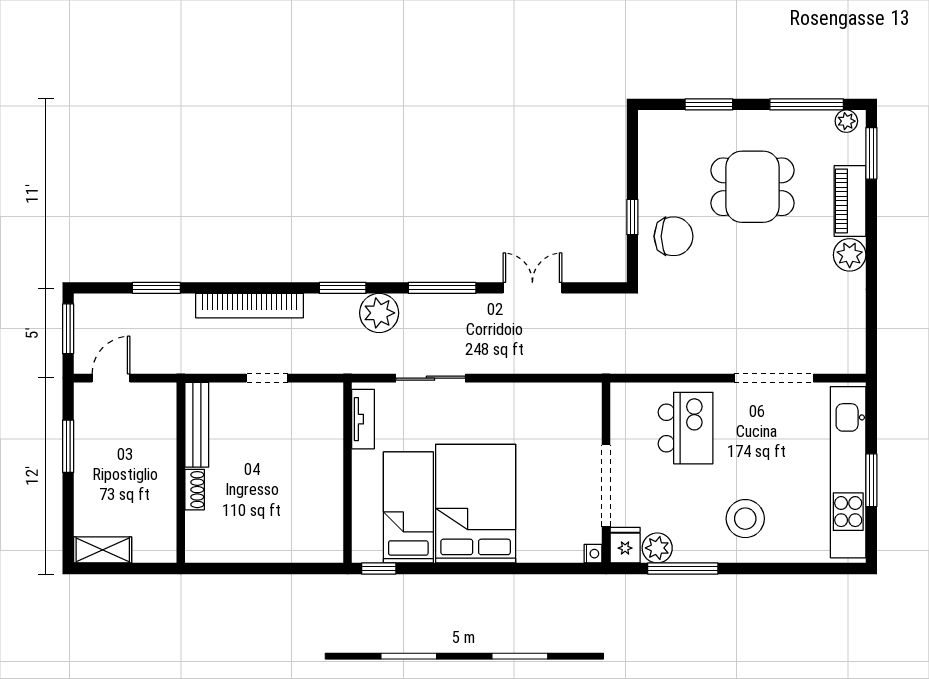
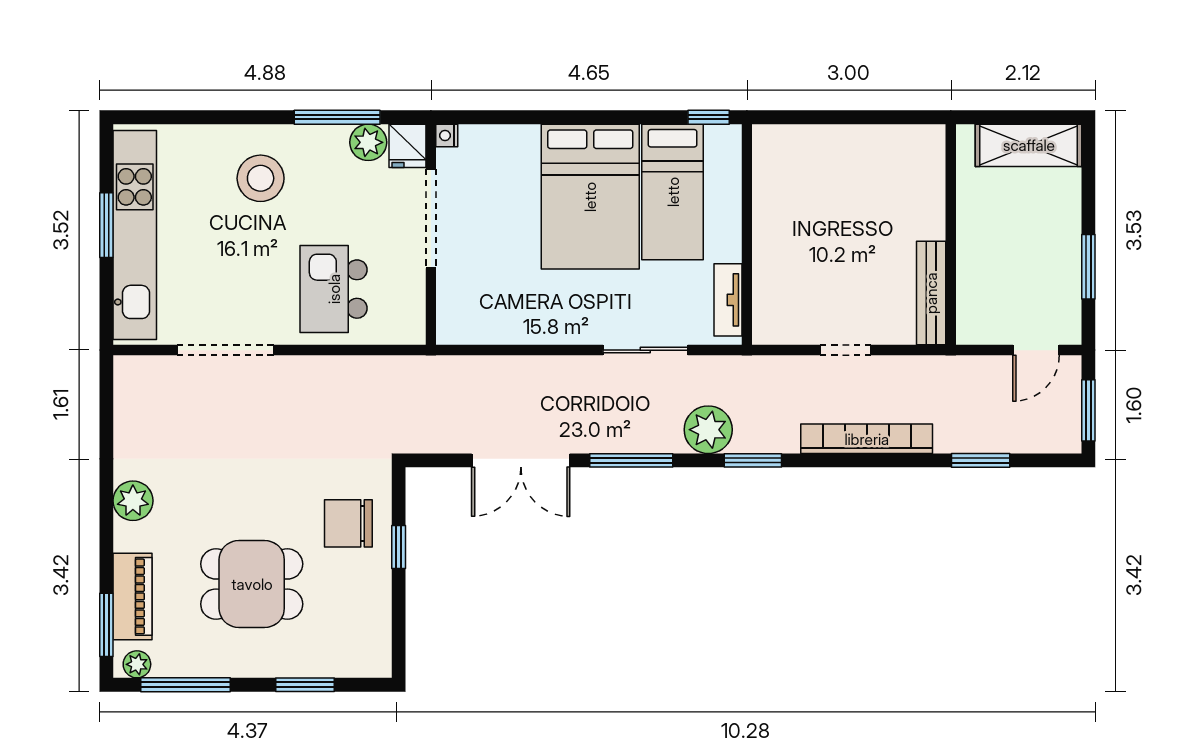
piano: (850, 201) -> (132, 596), moved
double door: (532, 288) -> (521, 460), width x1.37
shoe rack: (195, 490) -> (934, 214), removed
shelving: (103, 550) -> (1029, 145), width x1.50, depth x1.33

